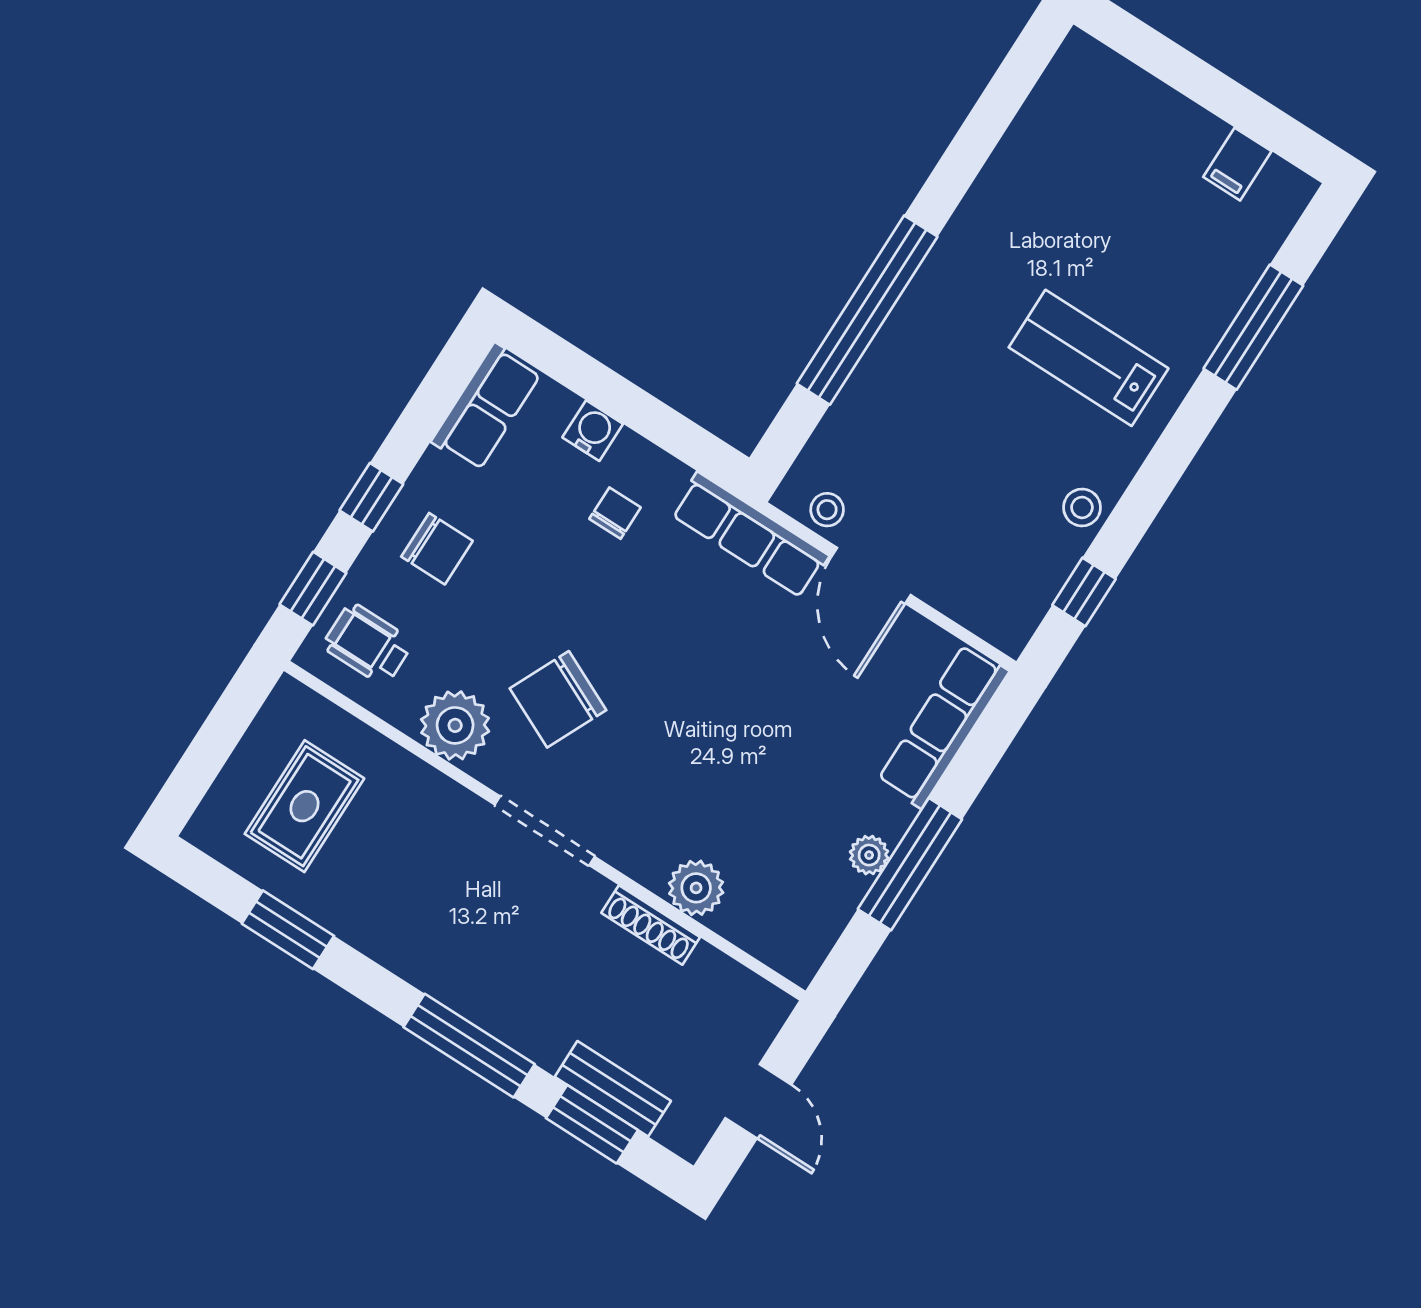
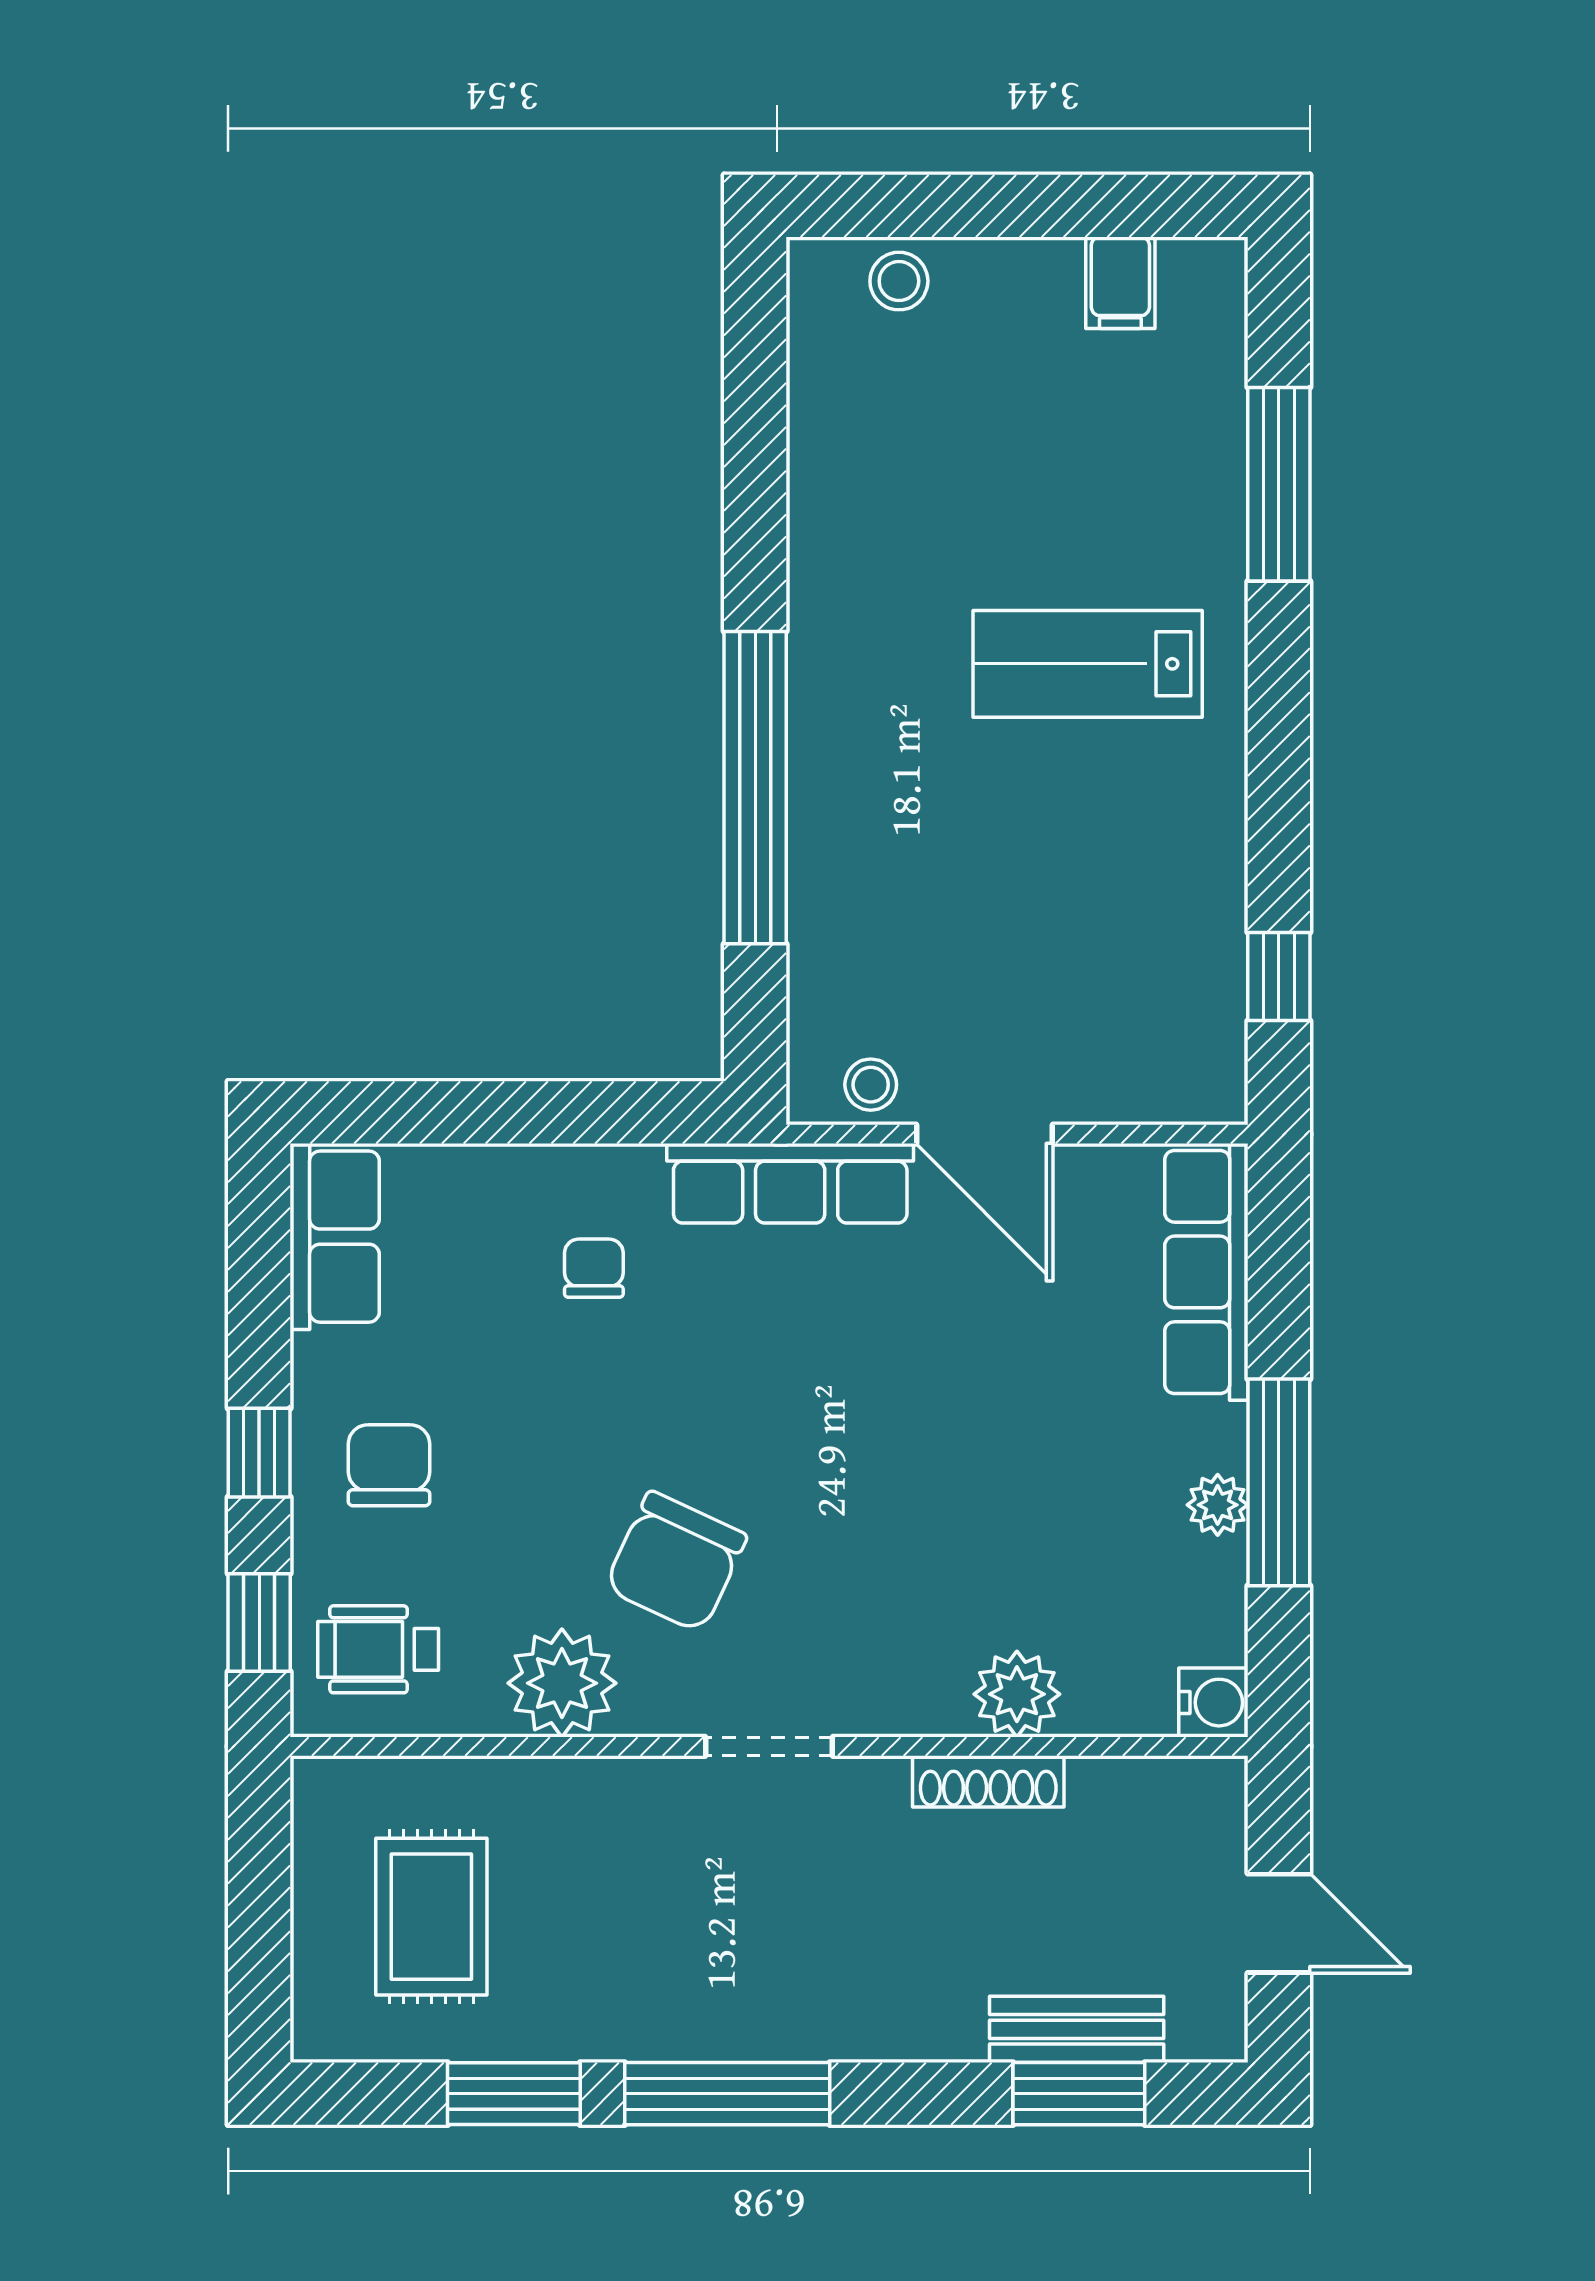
water cooler: (593, 431) -> (1213, 1703), moved, turned 90
stool: (1082, 507) -> (899, 281), moved
chair: (437, 549) -> (389, 1465), turned -90
doorway: (545, 831) -> (769, 1746), width x0.73
window: (469, 1046) -> (727, 2094), moved

